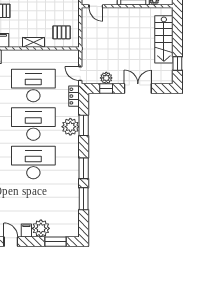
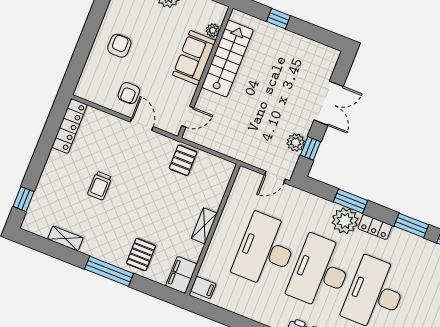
pallet: (62, 32) -> (183, 160), moved
stairs: (164, 39) -> (227, 59), moved, turned -90
window: (177, 63) -> (279, 19), moved
double door: (138, 88) -> (329, 103), swing flipped
locker: (74, 96) -> (375, 227), moved

